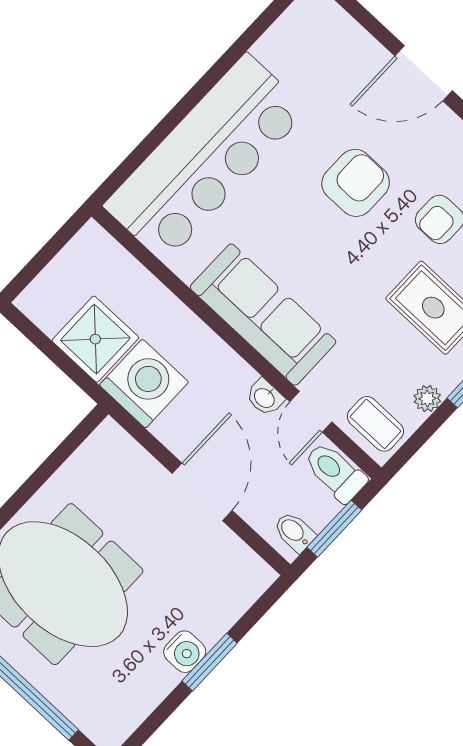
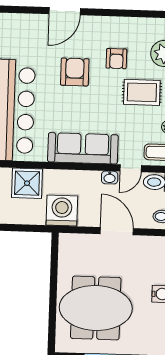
shower: (95, 339) -> (27, 183), moved
door: (311, 412) -> (131, 168), hinge flipped

